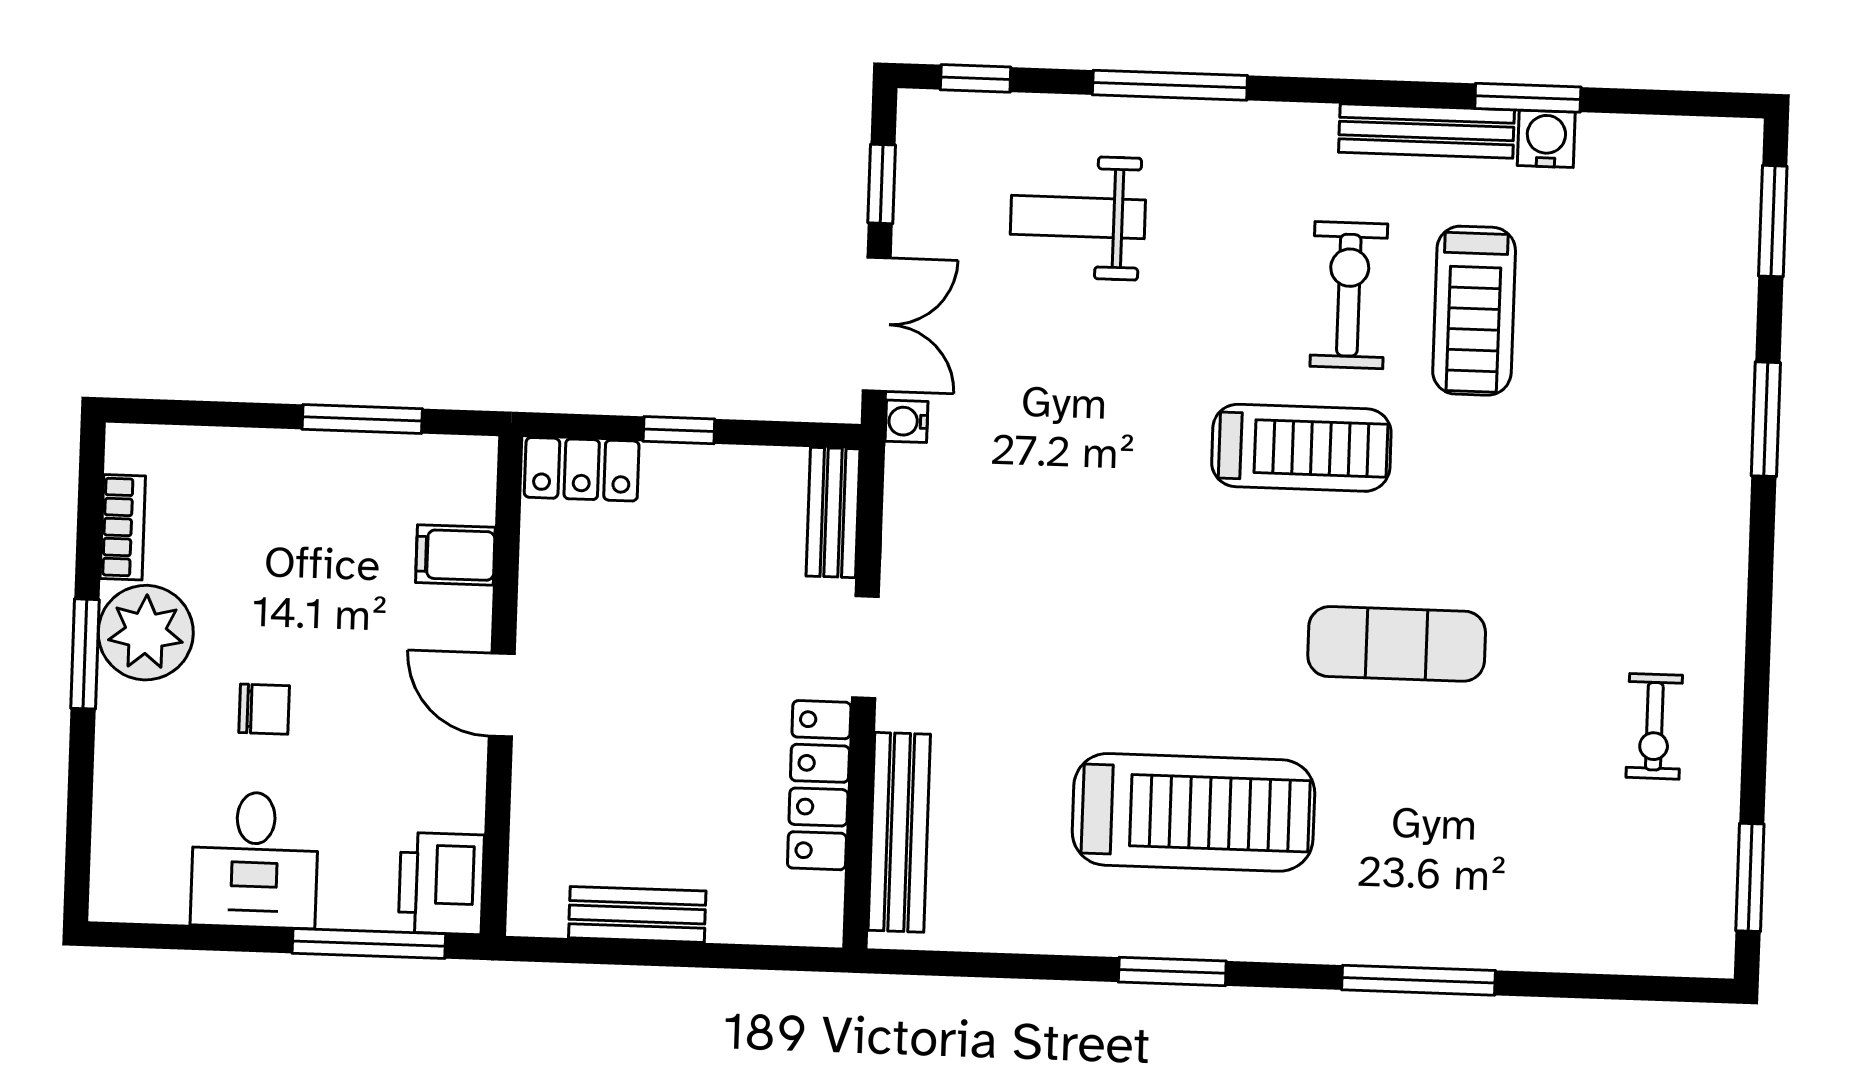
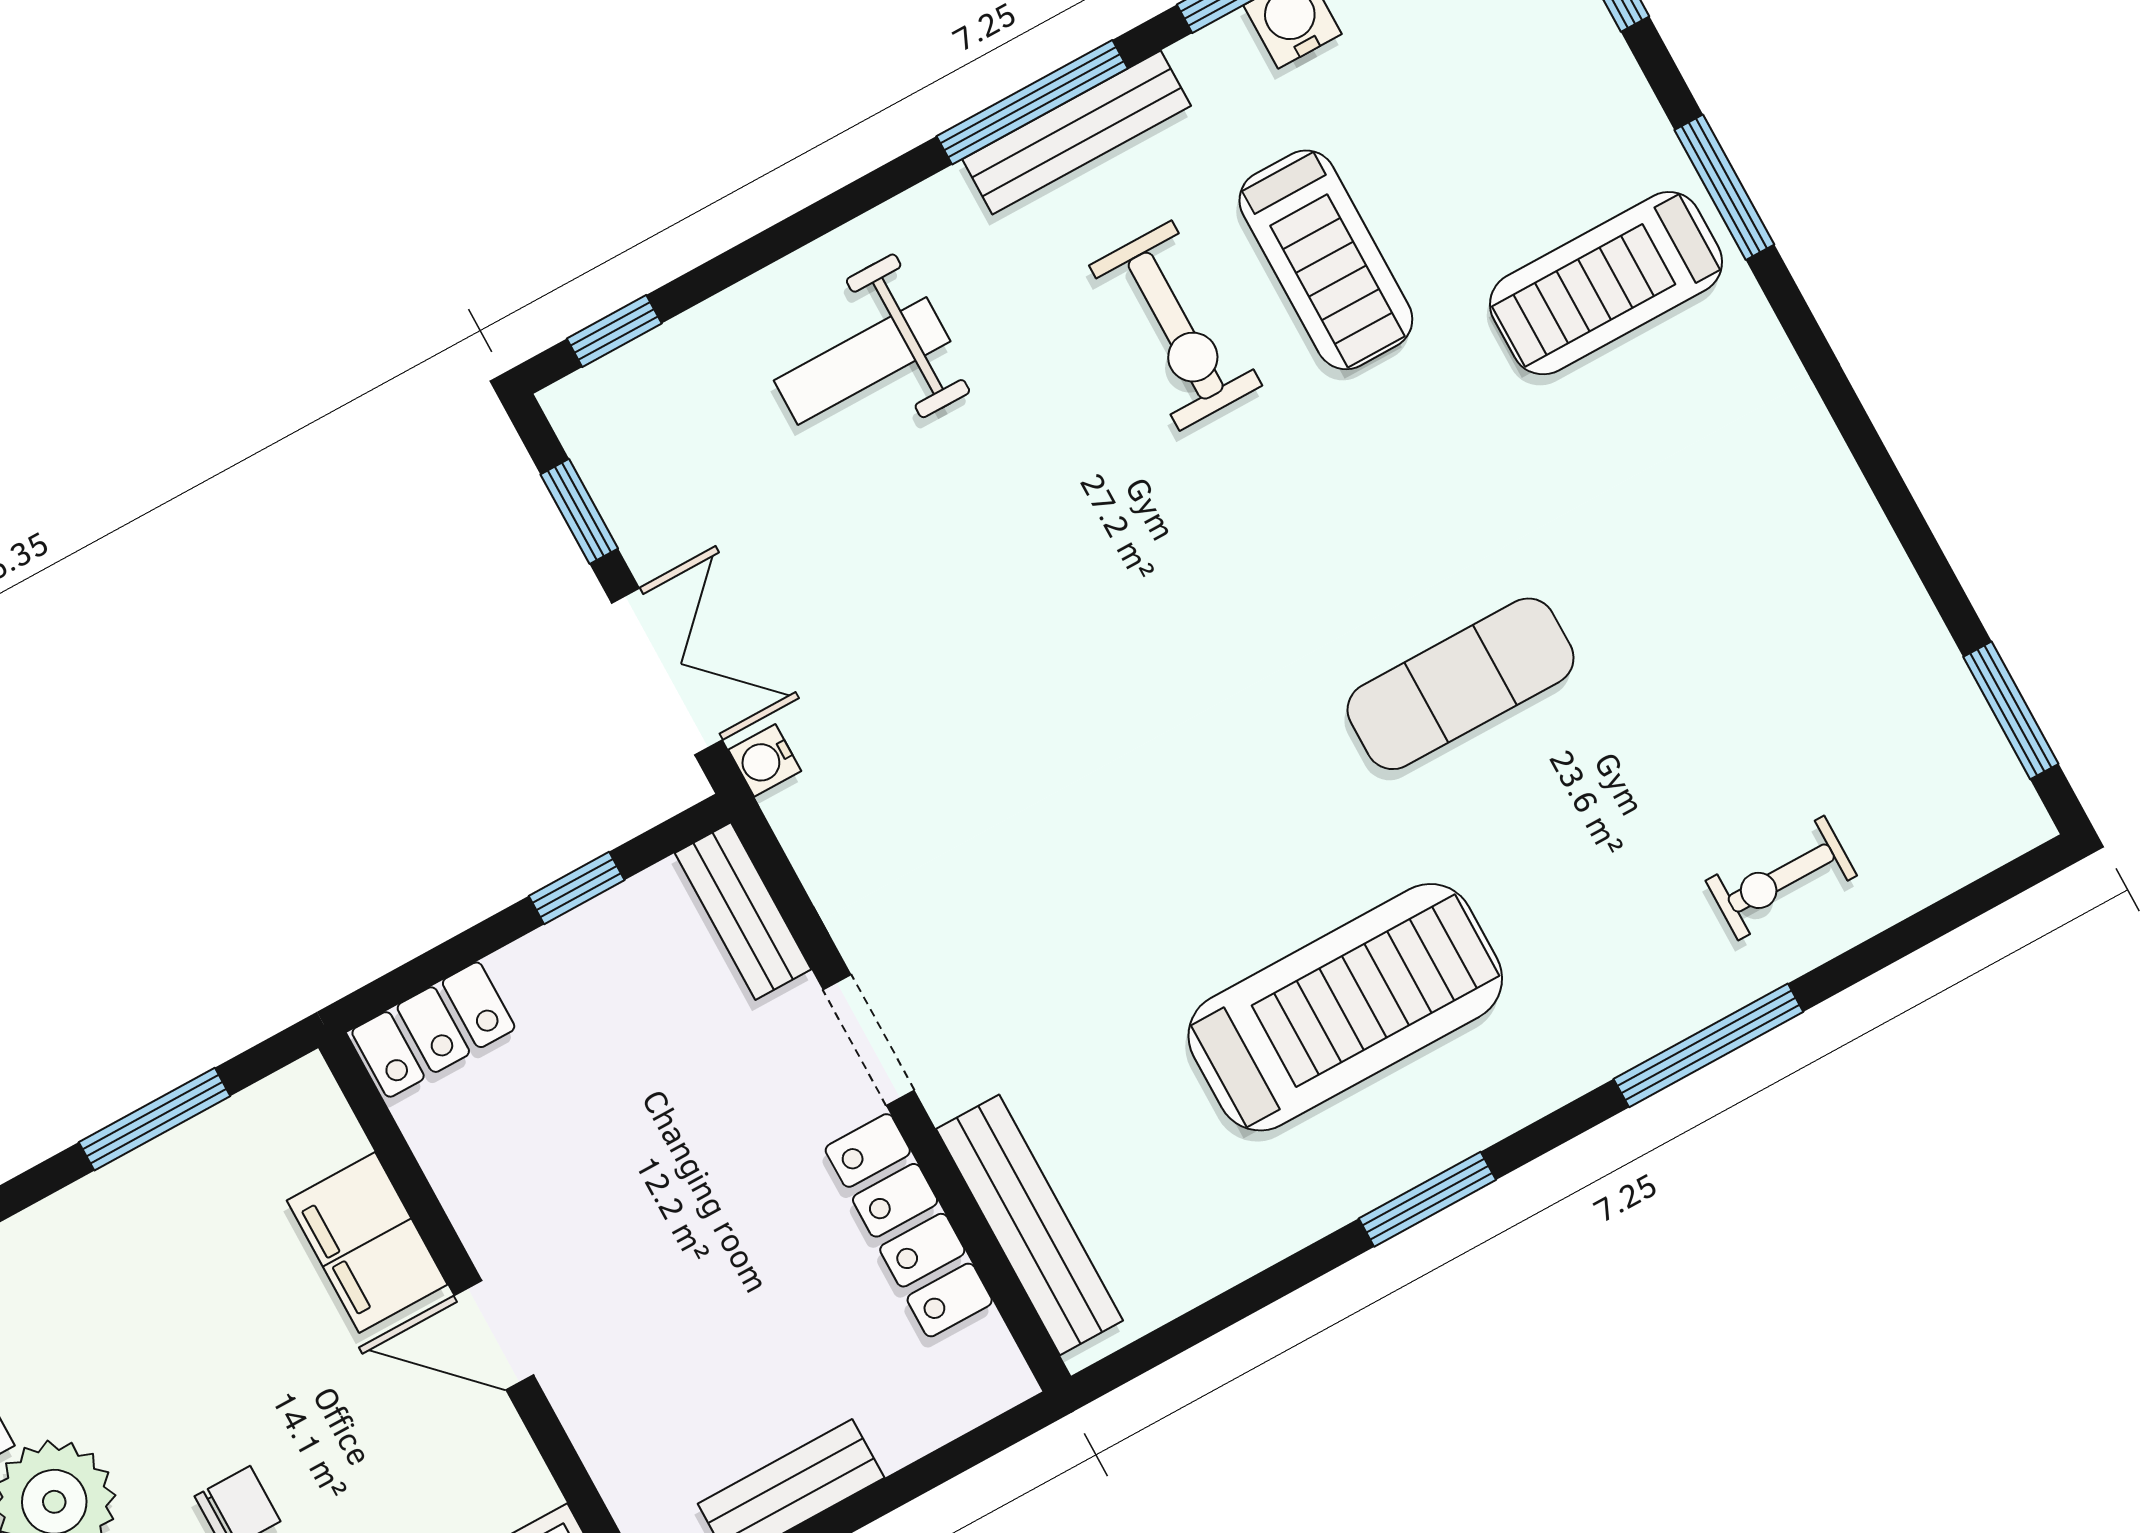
window: (1170, 85) -> (1032, 102), moved
bench: (1426, 131) -> (1077, 133), moved
weight bench: (1078, 217) -> (862, 361), moved
exercise bike: (1349, 295) -> (1176, 326), turned 180
window: (679, 430) -> (577, 888), moved
treadmill: (1301, 448) -> (1606, 283), moved, turned 180
filing cabinet: (455, 555) -> (367, 1242), width x2.00
exercise bike: (1654, 726) -> (1781, 878), moved, turned 90

